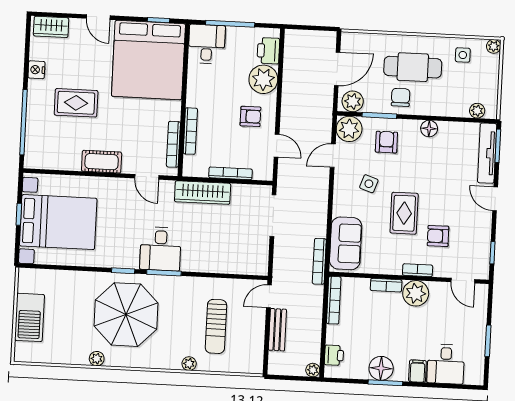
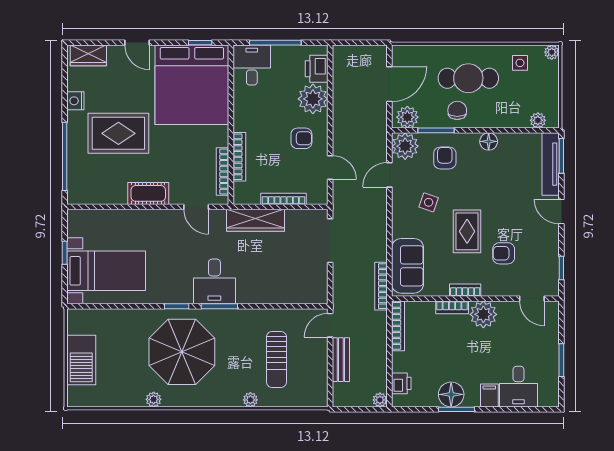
rug: (76, 103) -> (118, 133), width x1.36, depth x1.43
bed with nightstands: (58, 222) -> (106, 271), width x0.73
bookcase: (418, 270) -> (465, 290), moved

